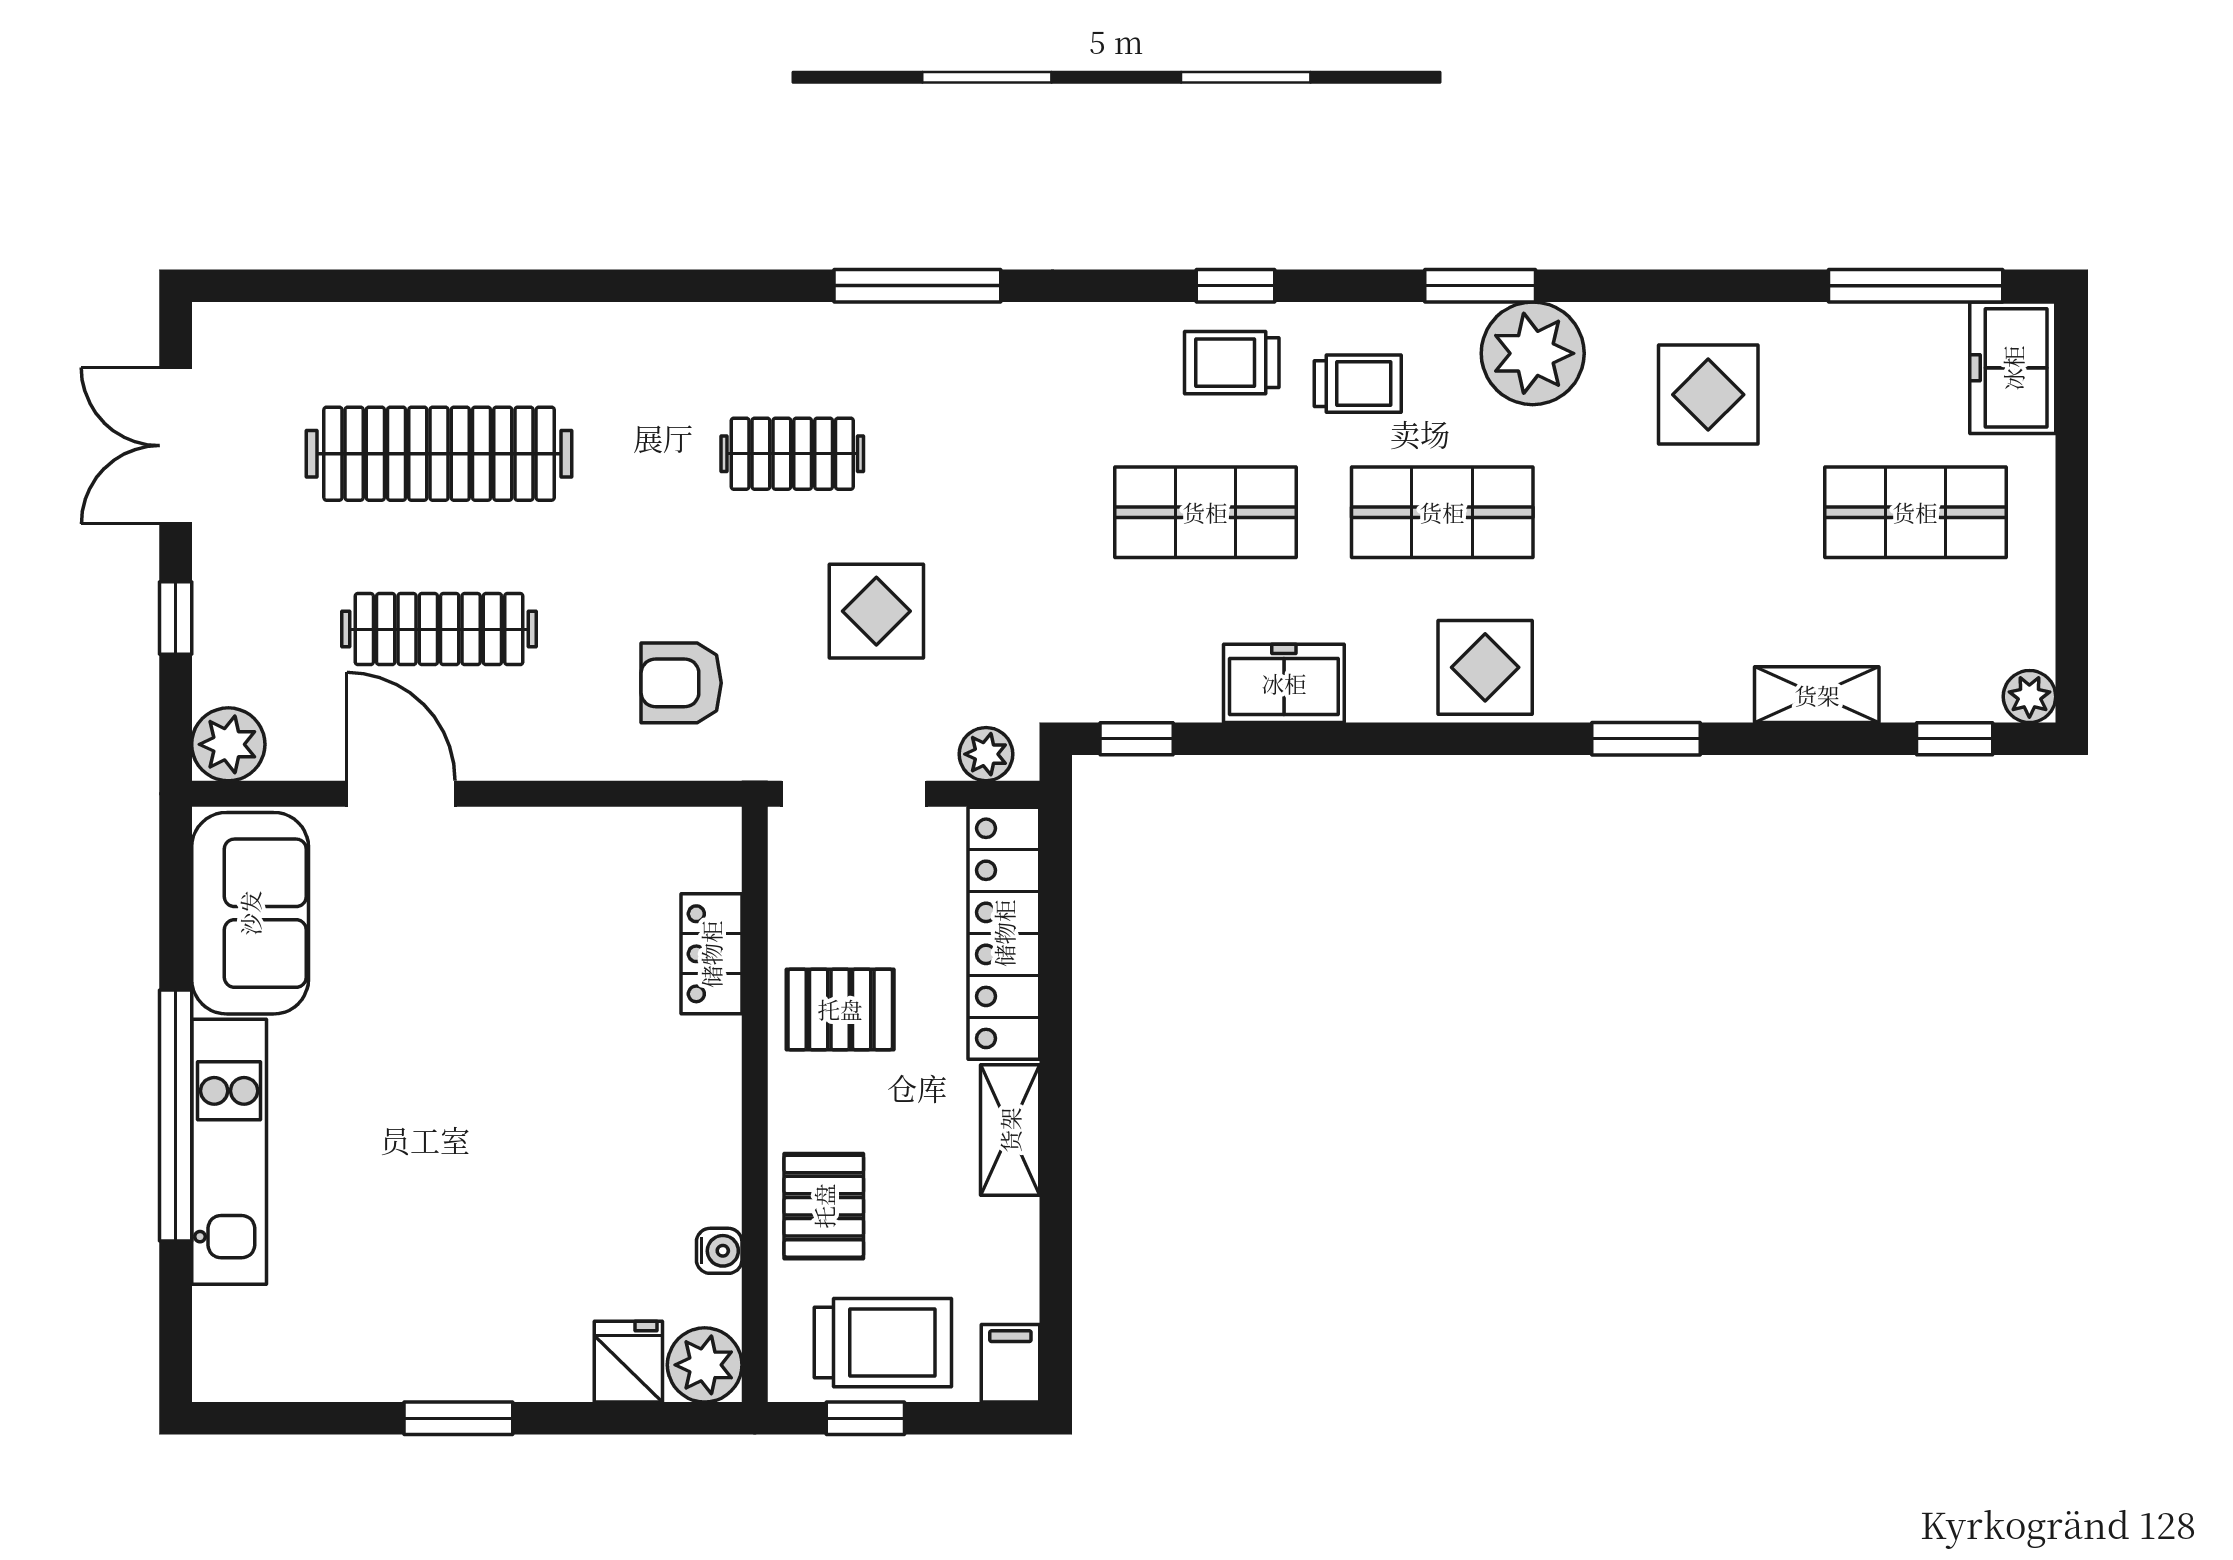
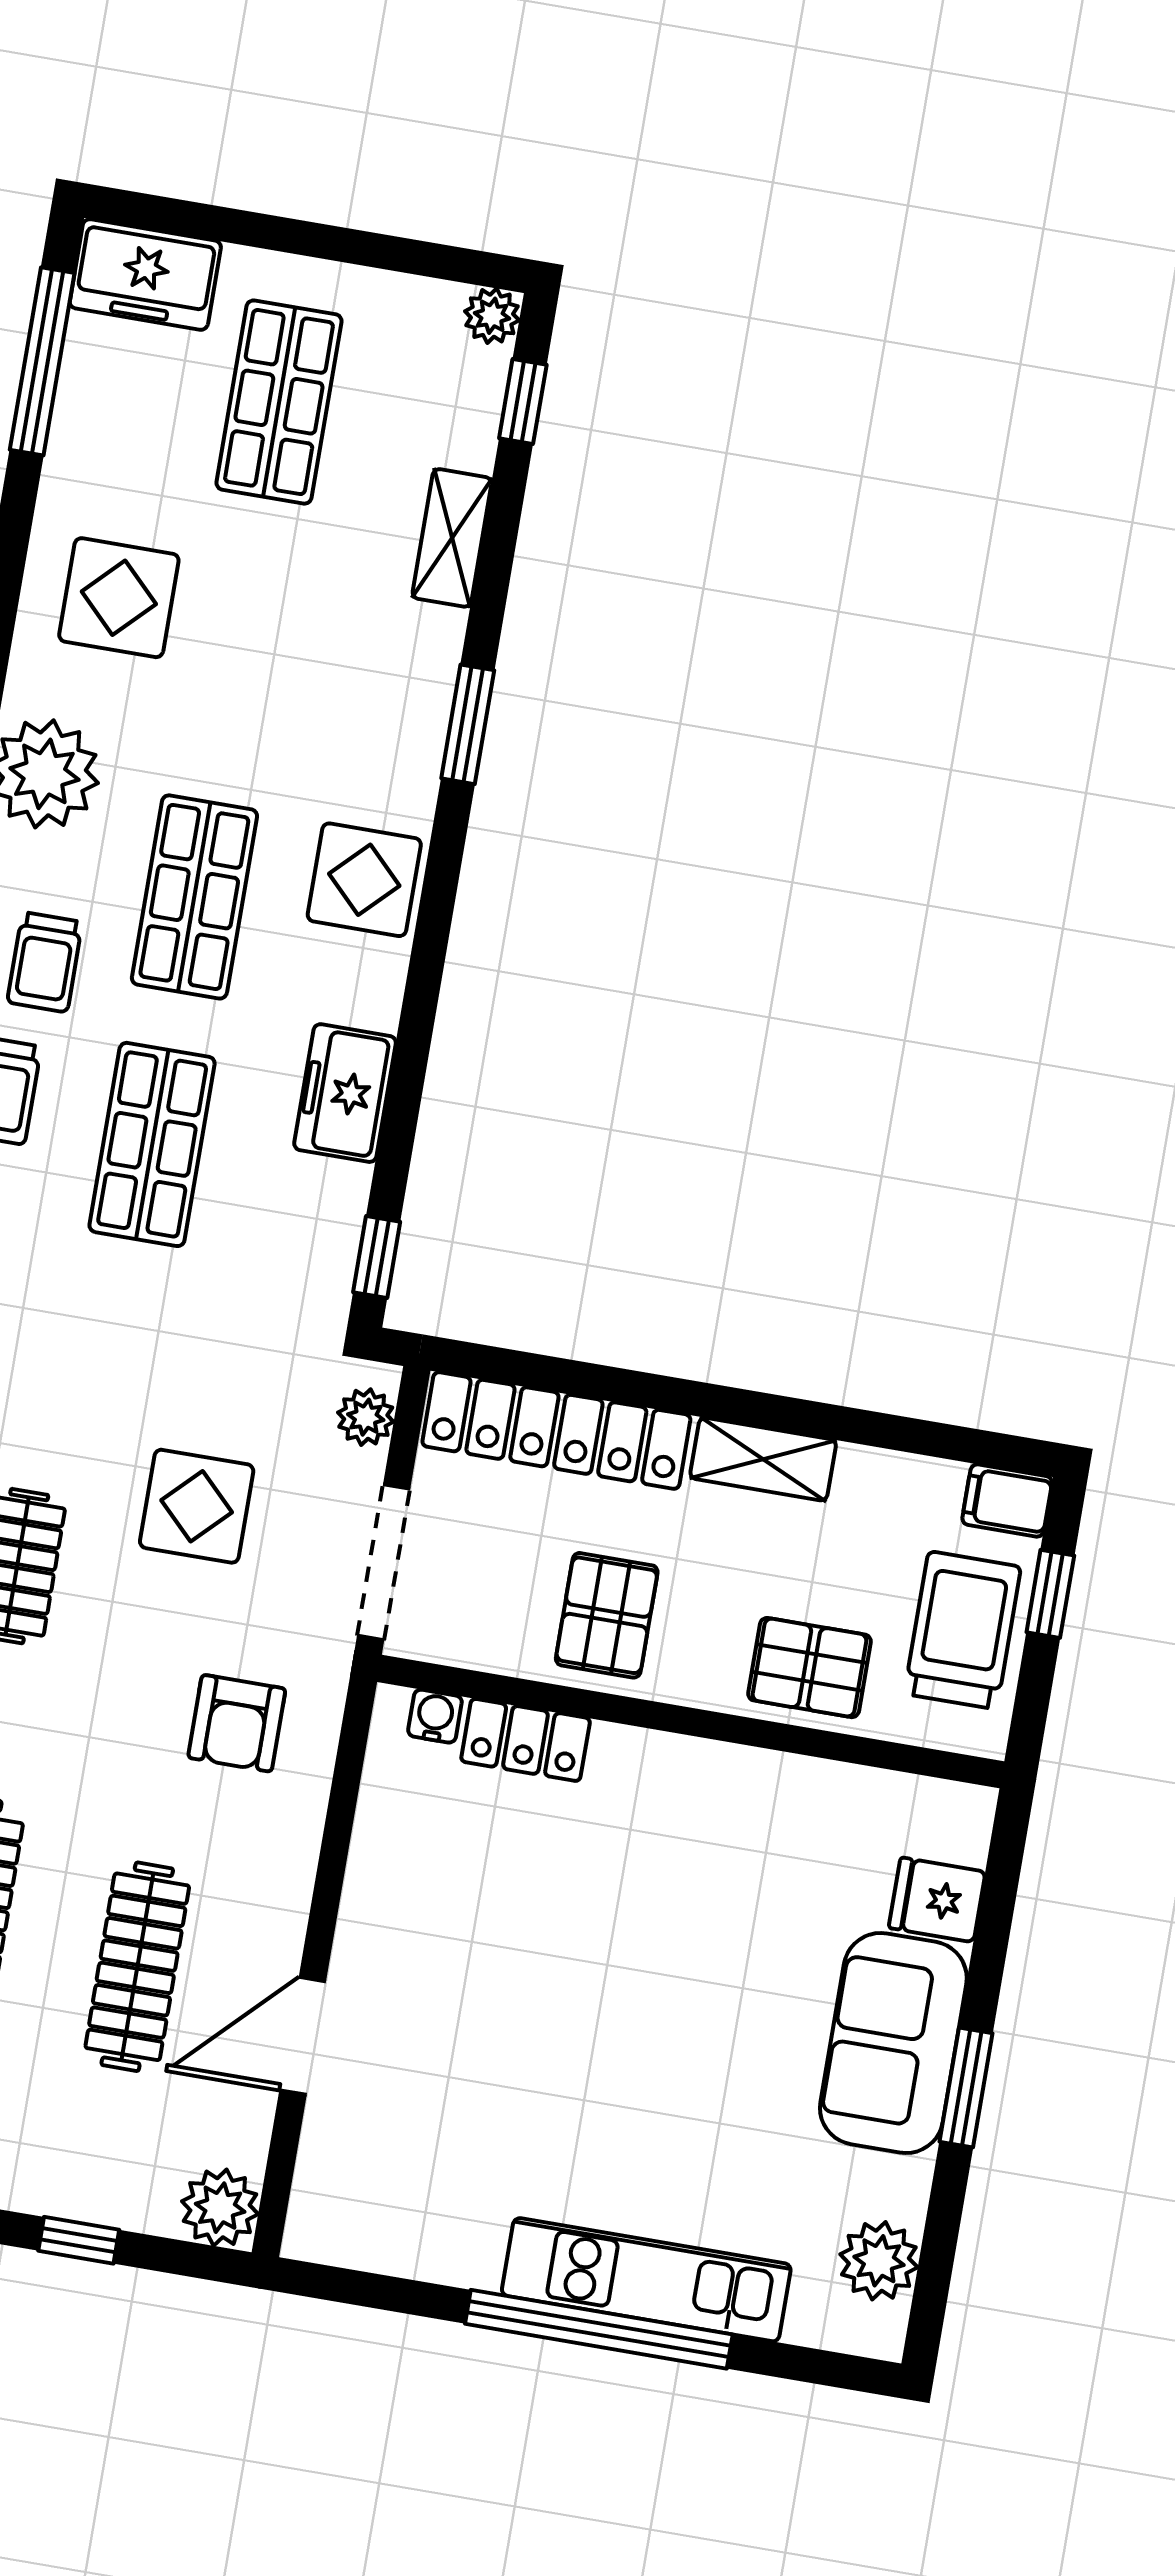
trolley: (1358, 384) -> (45, 962), turned 180
sofa: (250, 913) -> (893, 2043), moved, turned -90
water cooler: (719, 1251) -> (435, 1716), moved
plant: (705, 1365) -> (879, 2261), moved
window: (865, 1418) -> (1050, 1594), moved

